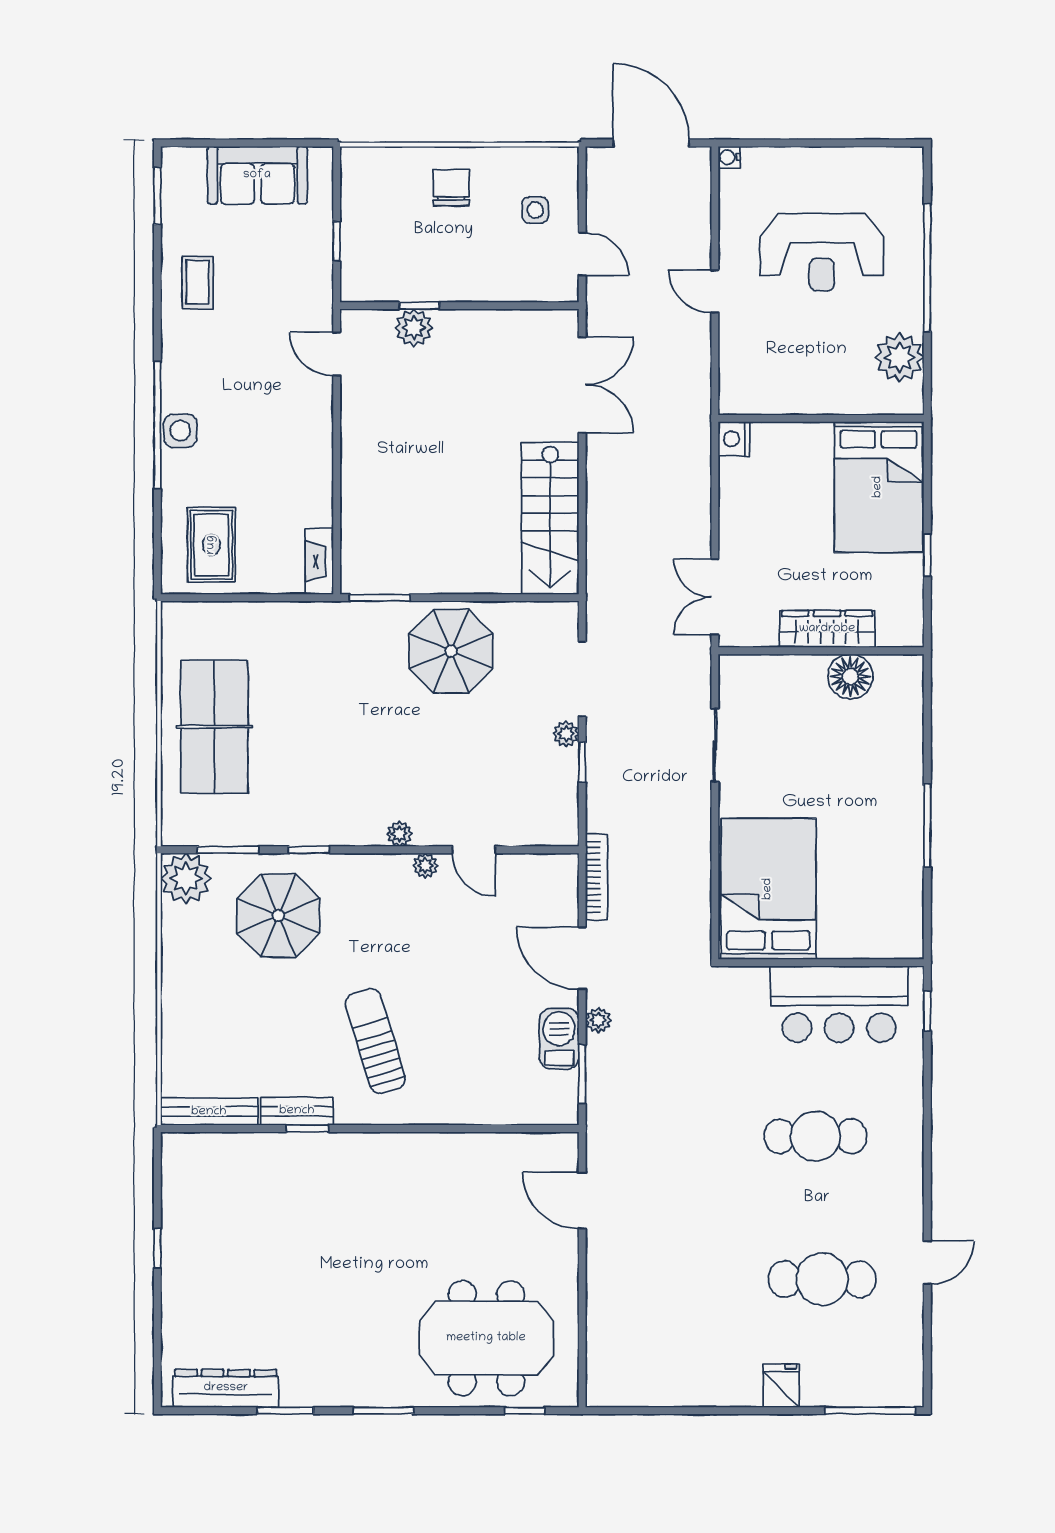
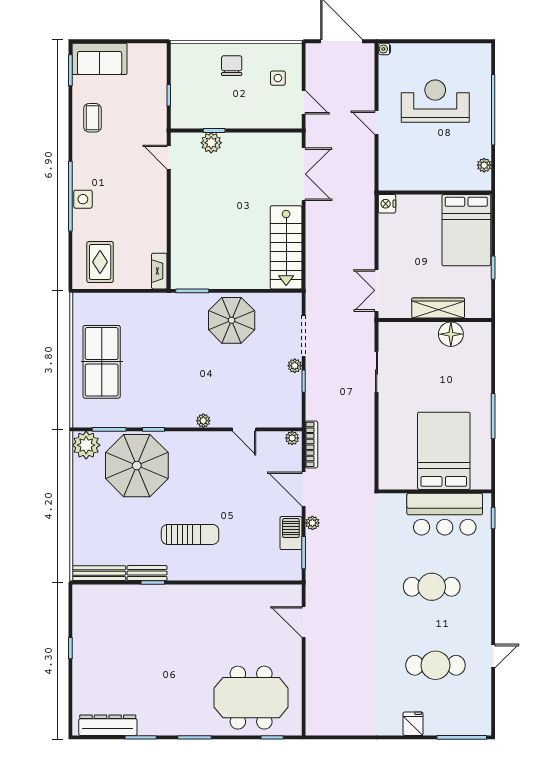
sofa: (257, 175) -> (100, 59), moved
reception desk: (822, 252) -> (435, 101), turned 180
plant: (900, 357) -> (484, 165), width x0.53, depth x0.53
plant: (425, 866) -> (292, 438), moved
bed: (768, 889) -> (444, 451), moved
parasol: (278, 916) -> (137, 466), width x1.36, depth x1.36
sun lounger: (375, 1041) -> (190, 534), turned 107

